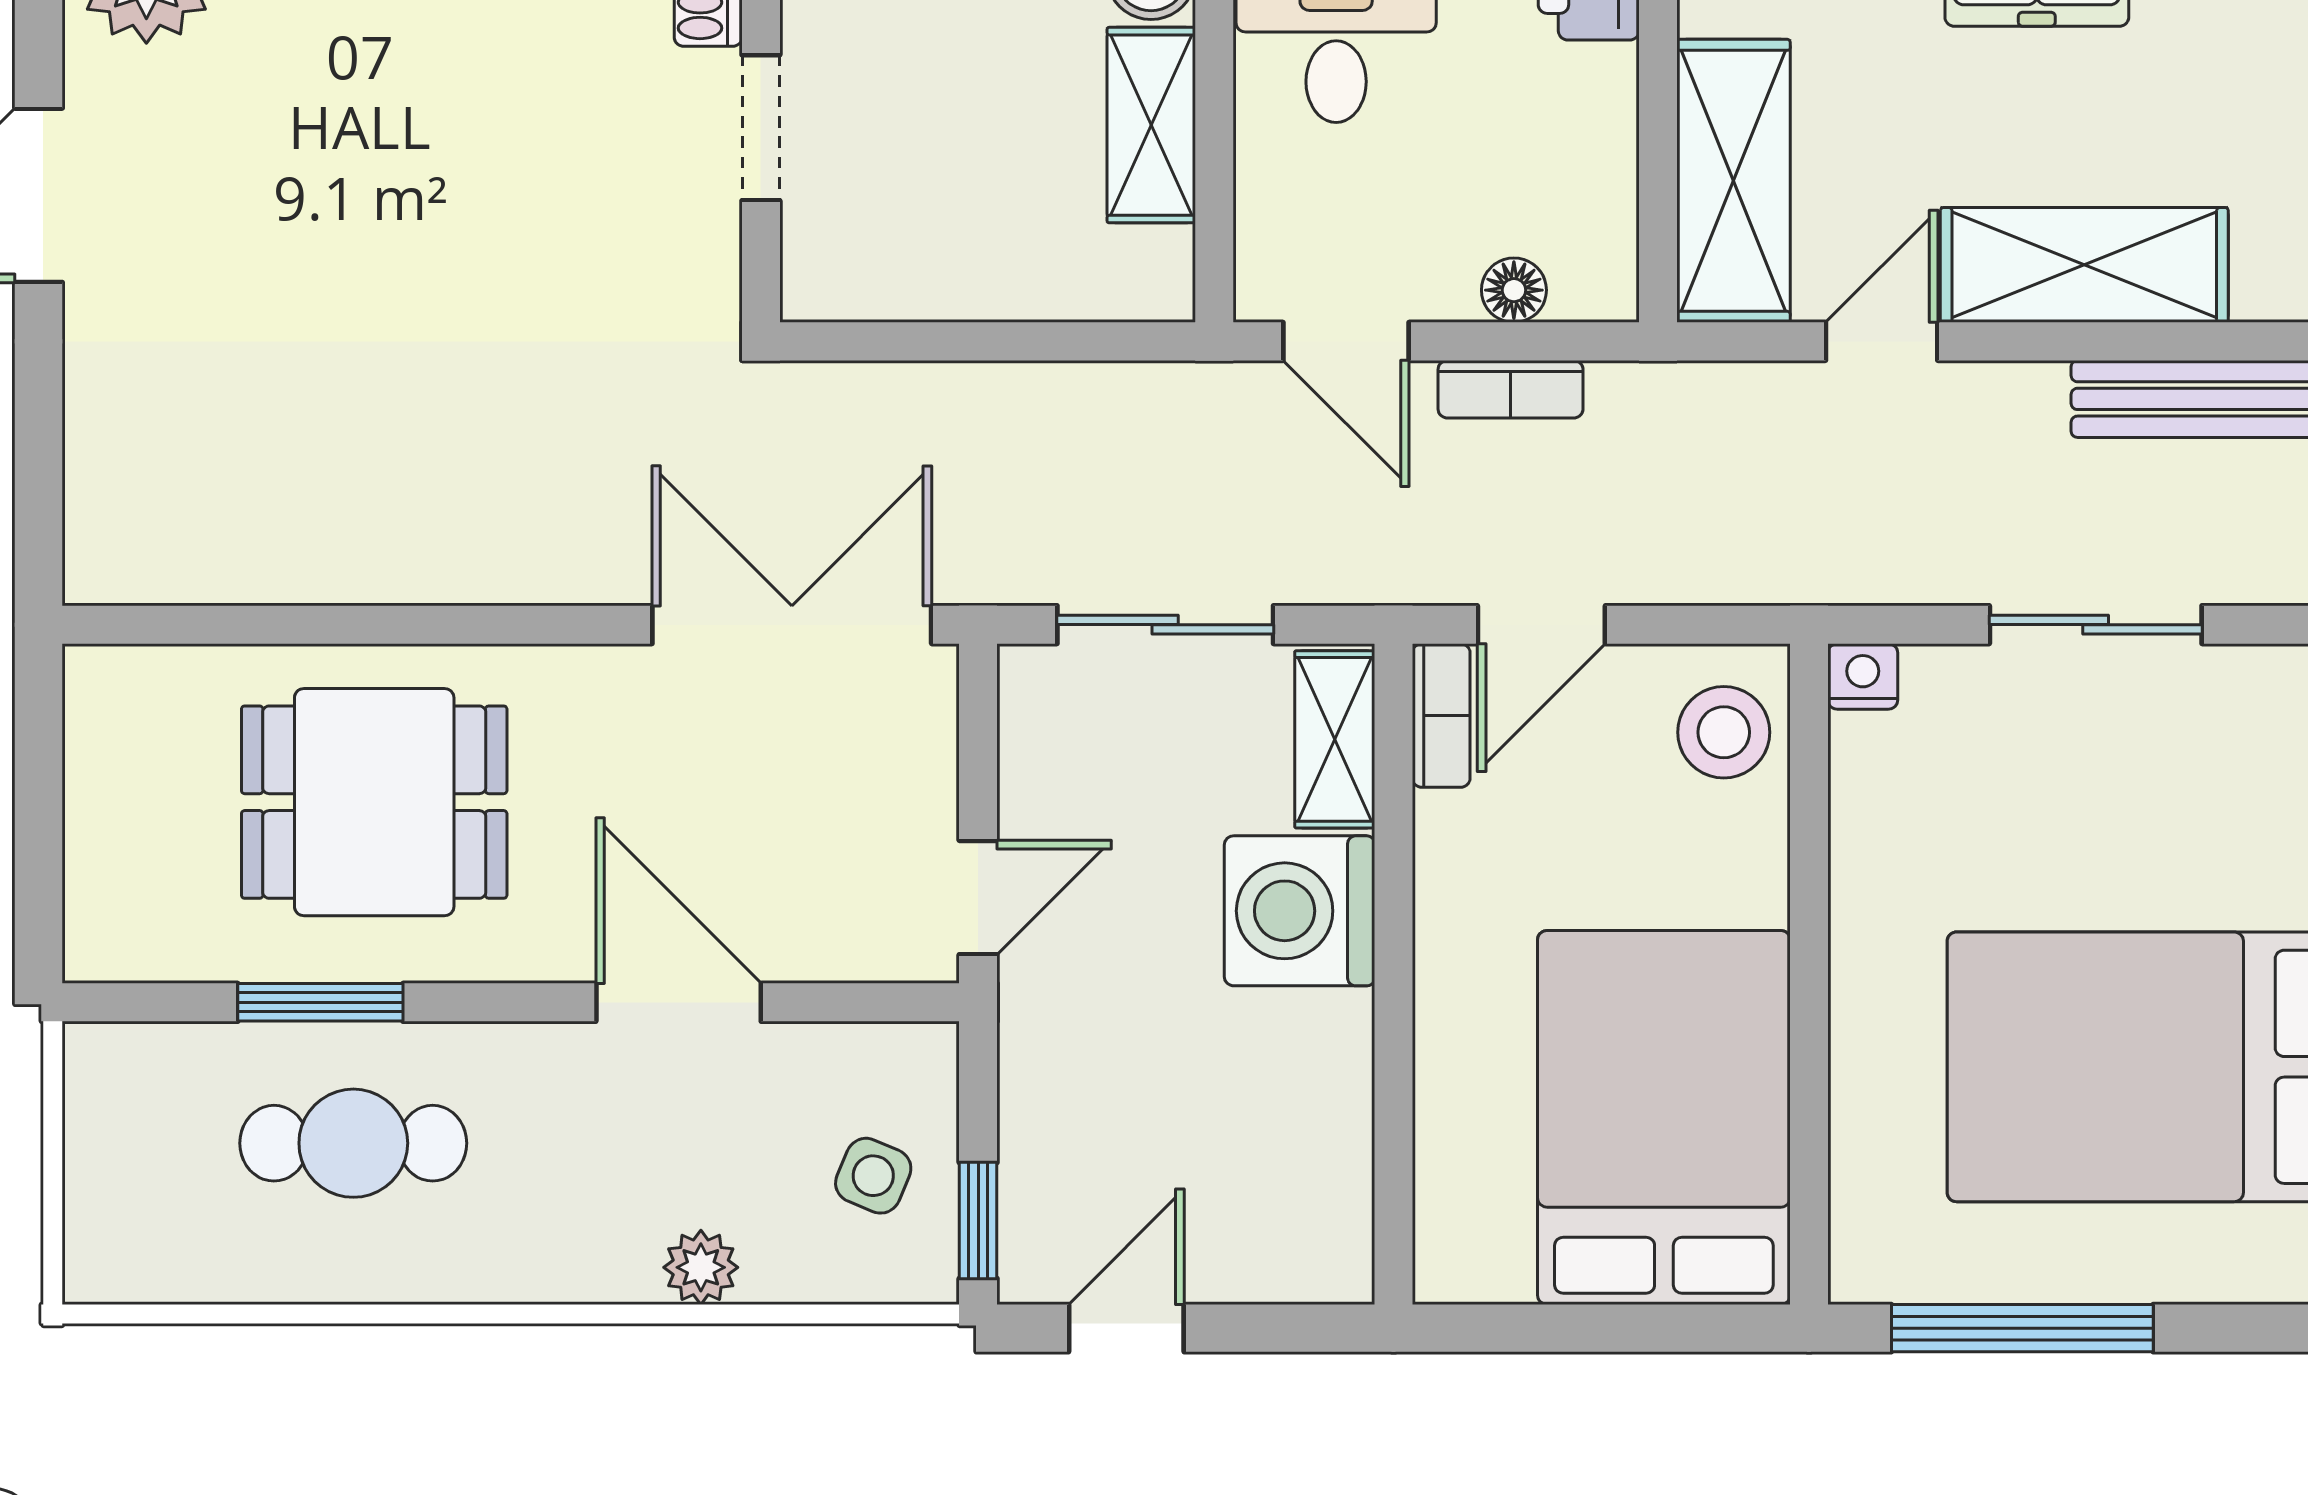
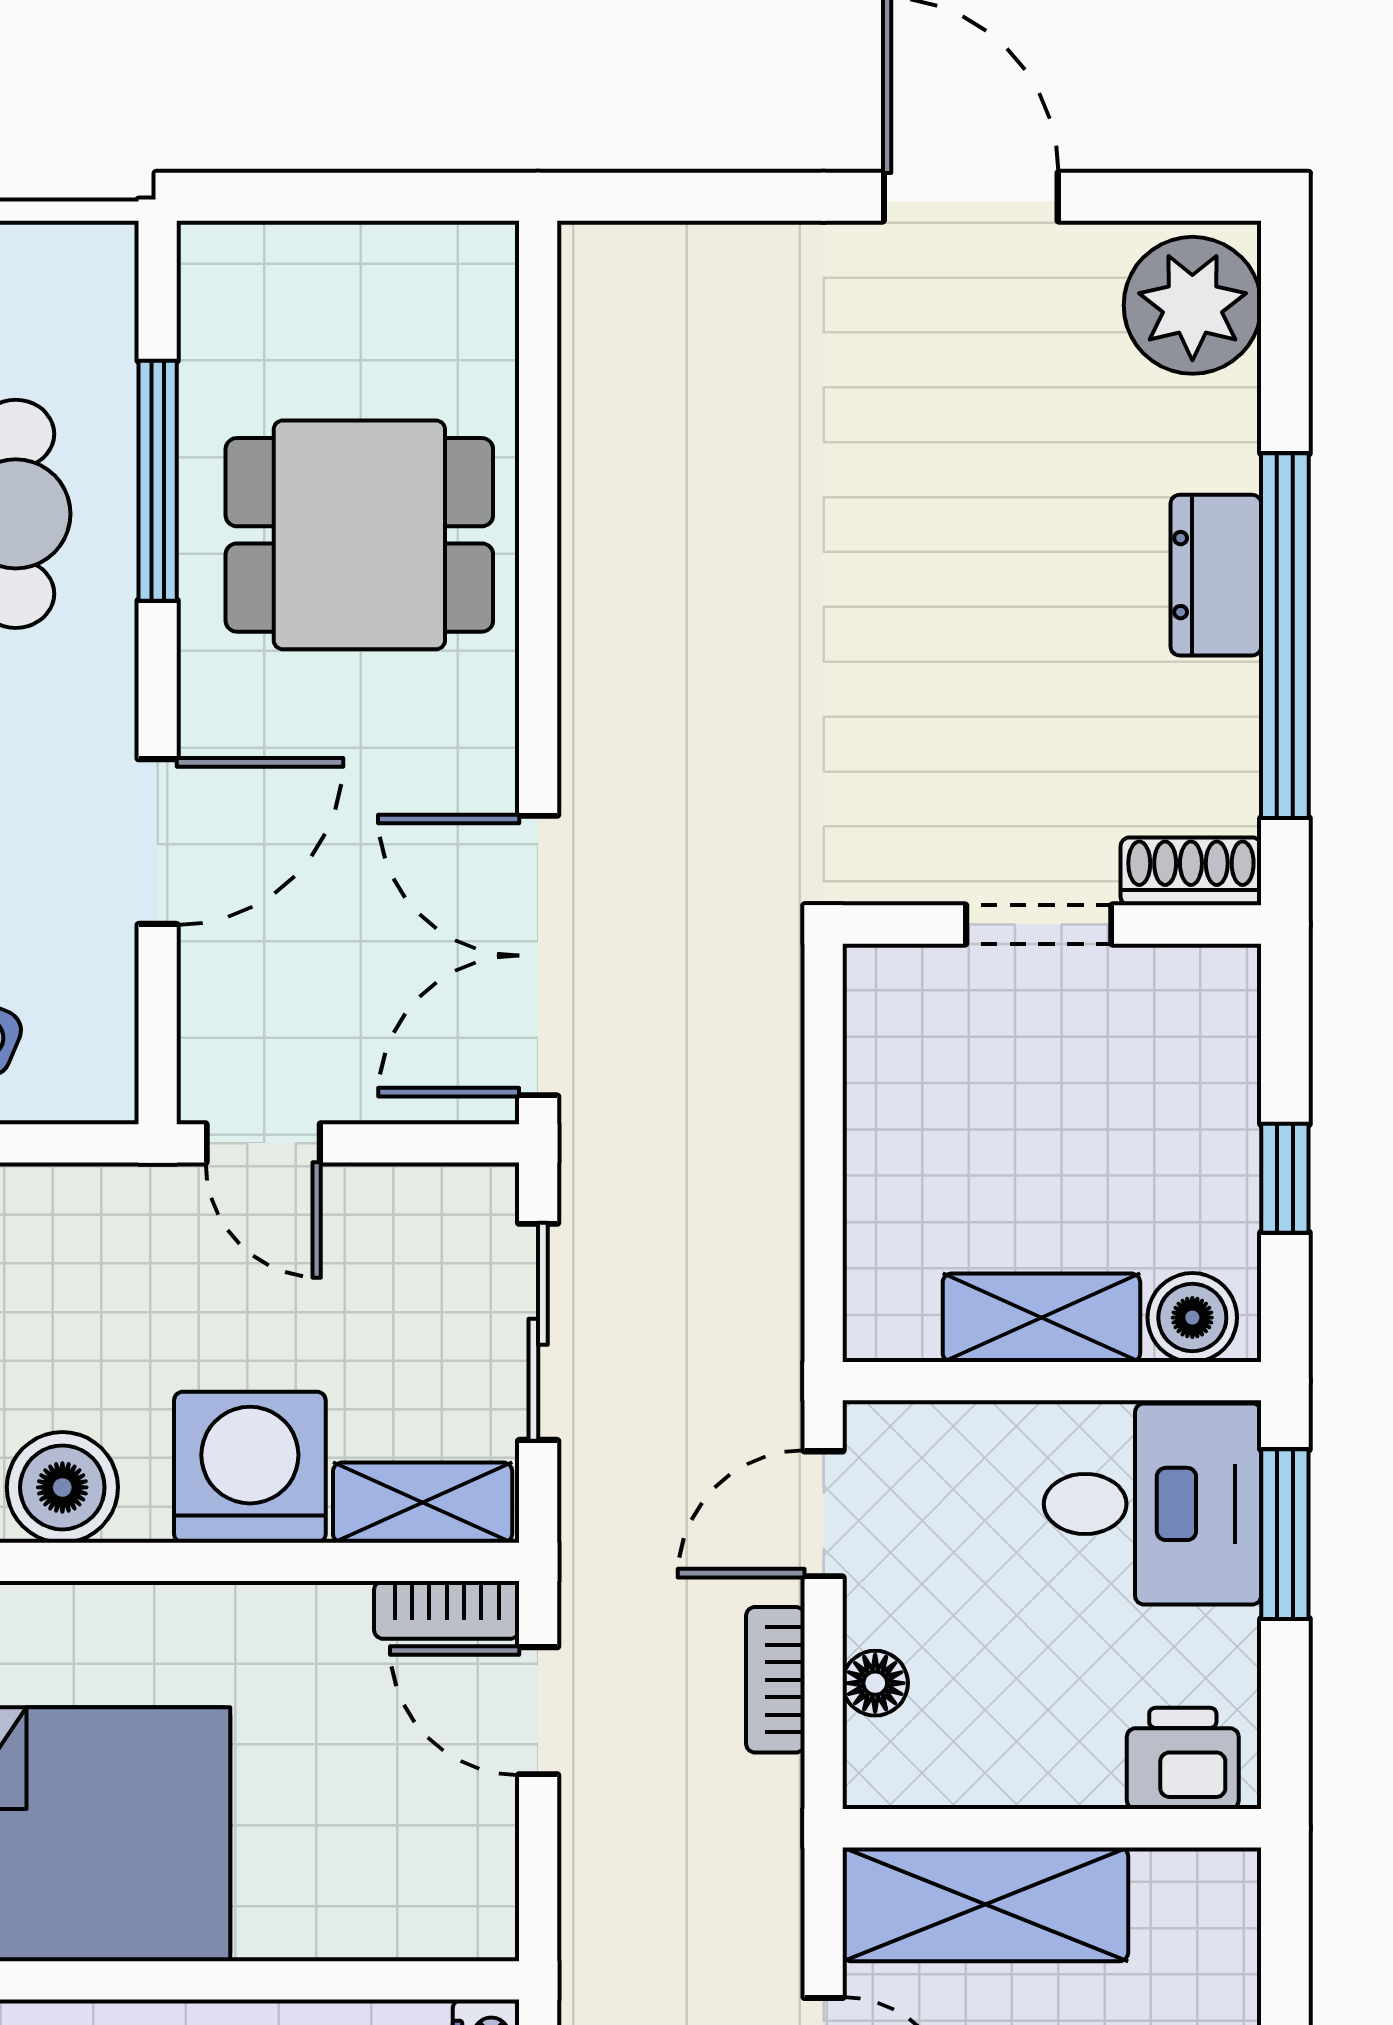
double door: (792, 625) -> (538, 956), swing flipped
stool: (1724, 732) -> (430, 1895), removed
dining table: (374, 802) -> (359, 535), turned 90
window: (320, 1002) -> (158, 481), width x1.44
boiler: (1320, 1097) -> (62, 1487), added

